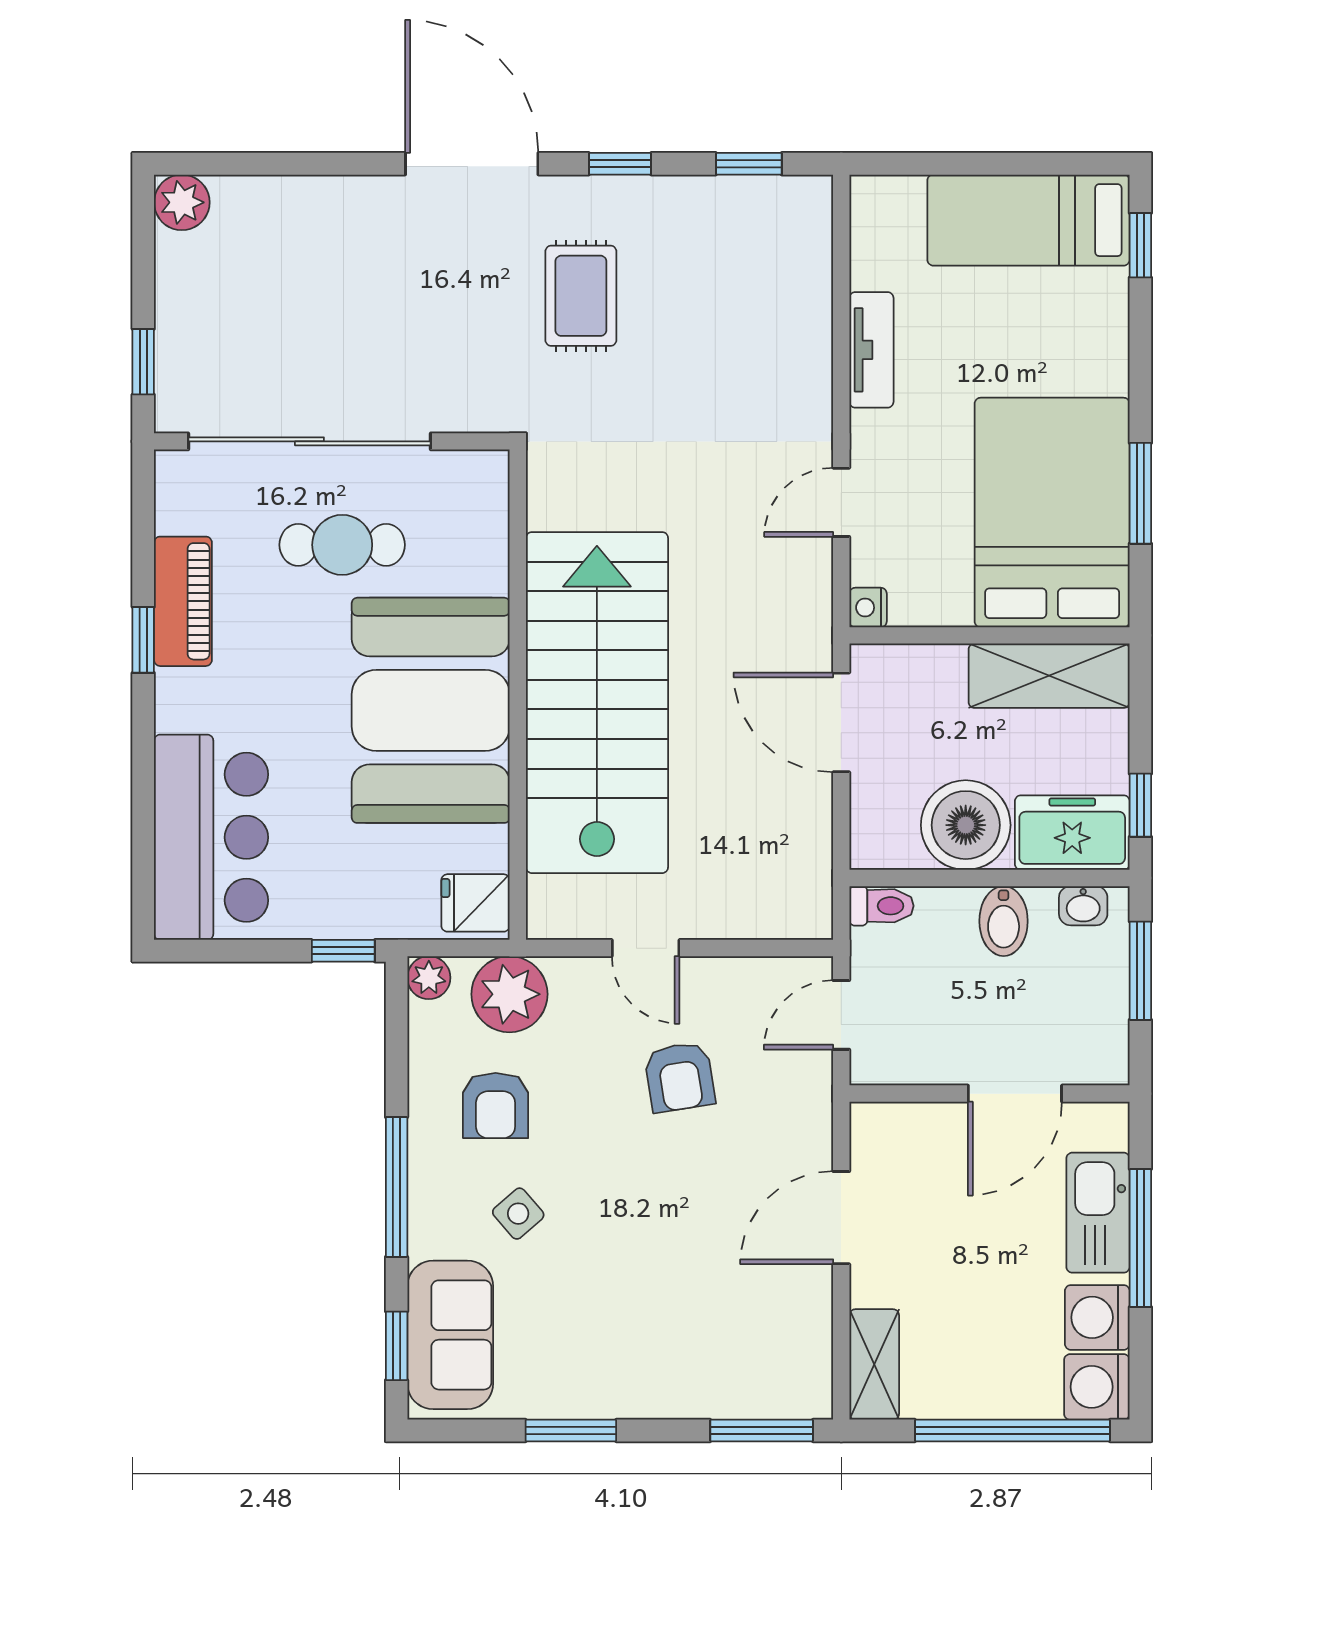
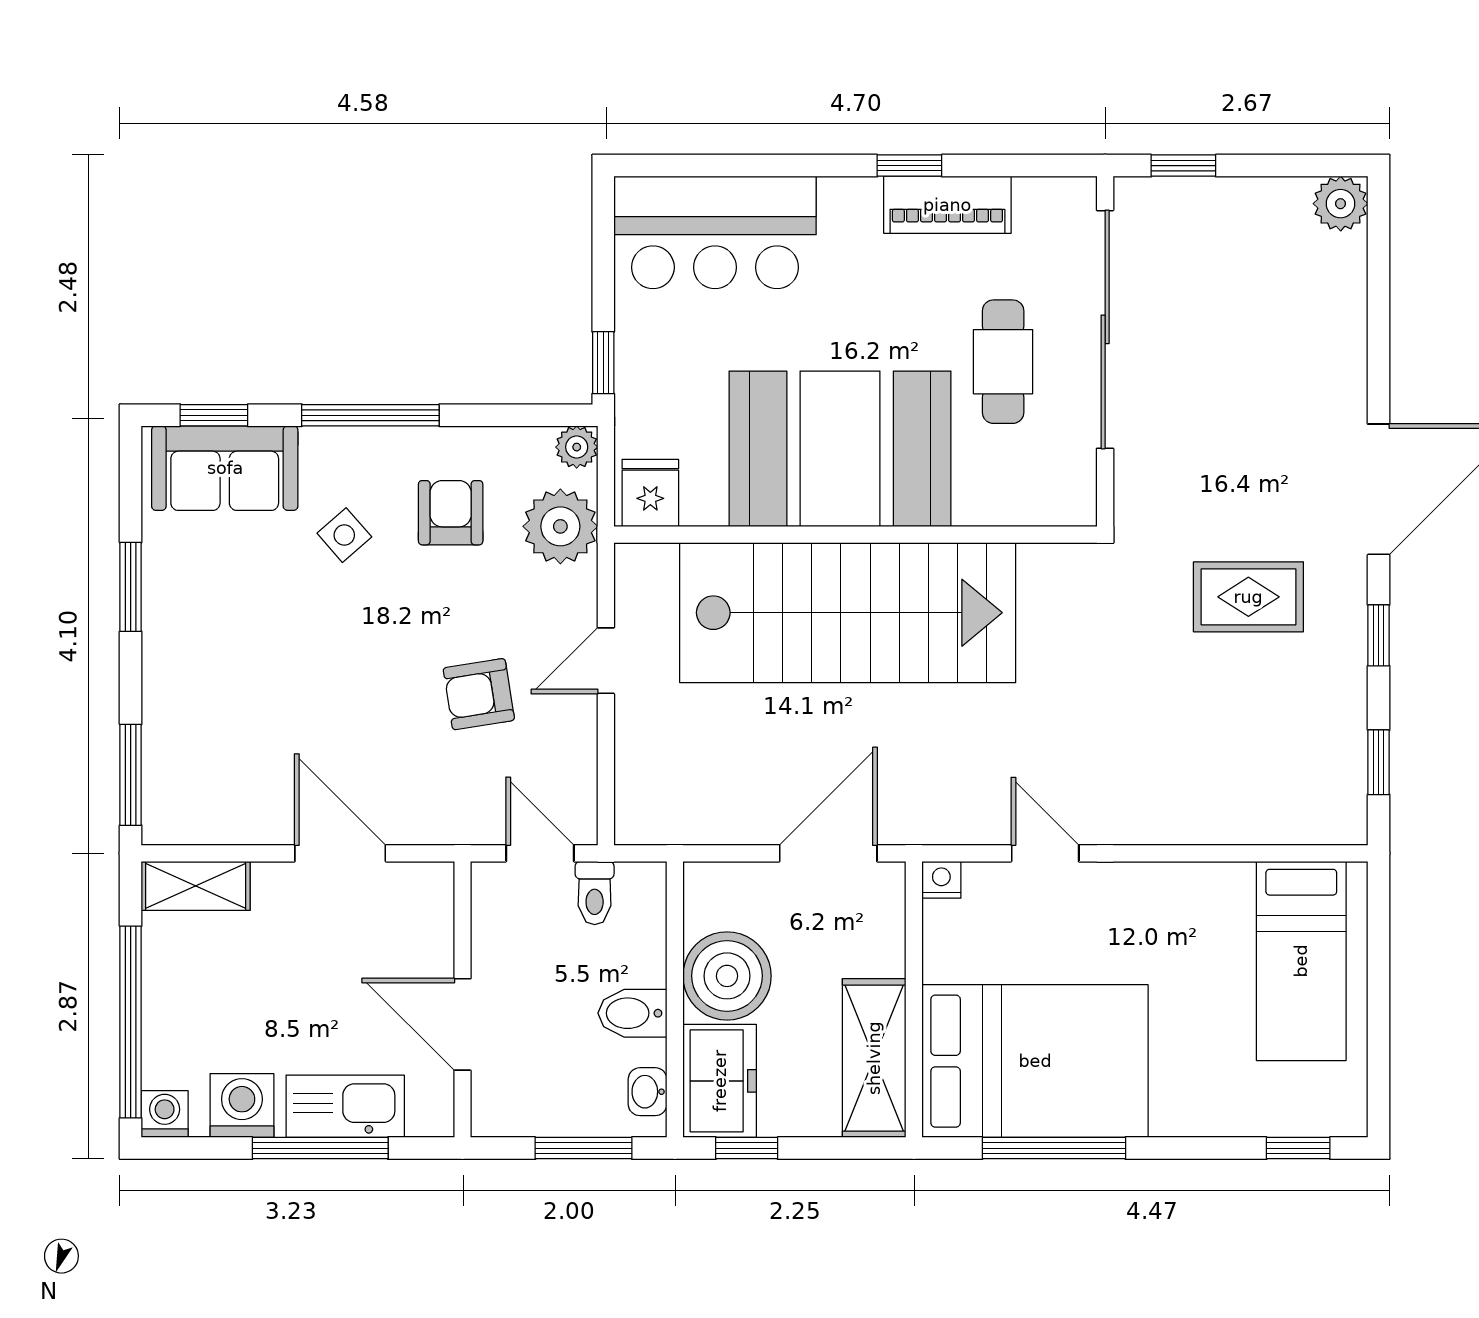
bed: (1028, 220) -> (1301, 961), moved, turned 180
tv unit: (871, 350) -> (1195, 883), removed
window: (1140, 493) -> (1054, 1148), width x1.44
toilet: (882, 906) -> (595, 893), moved
armchair: (496, 1106) -> (451, 513), turned 90
washing machine: (1097, 1387) -> (165, 1114), width x0.73, depth x0.73

